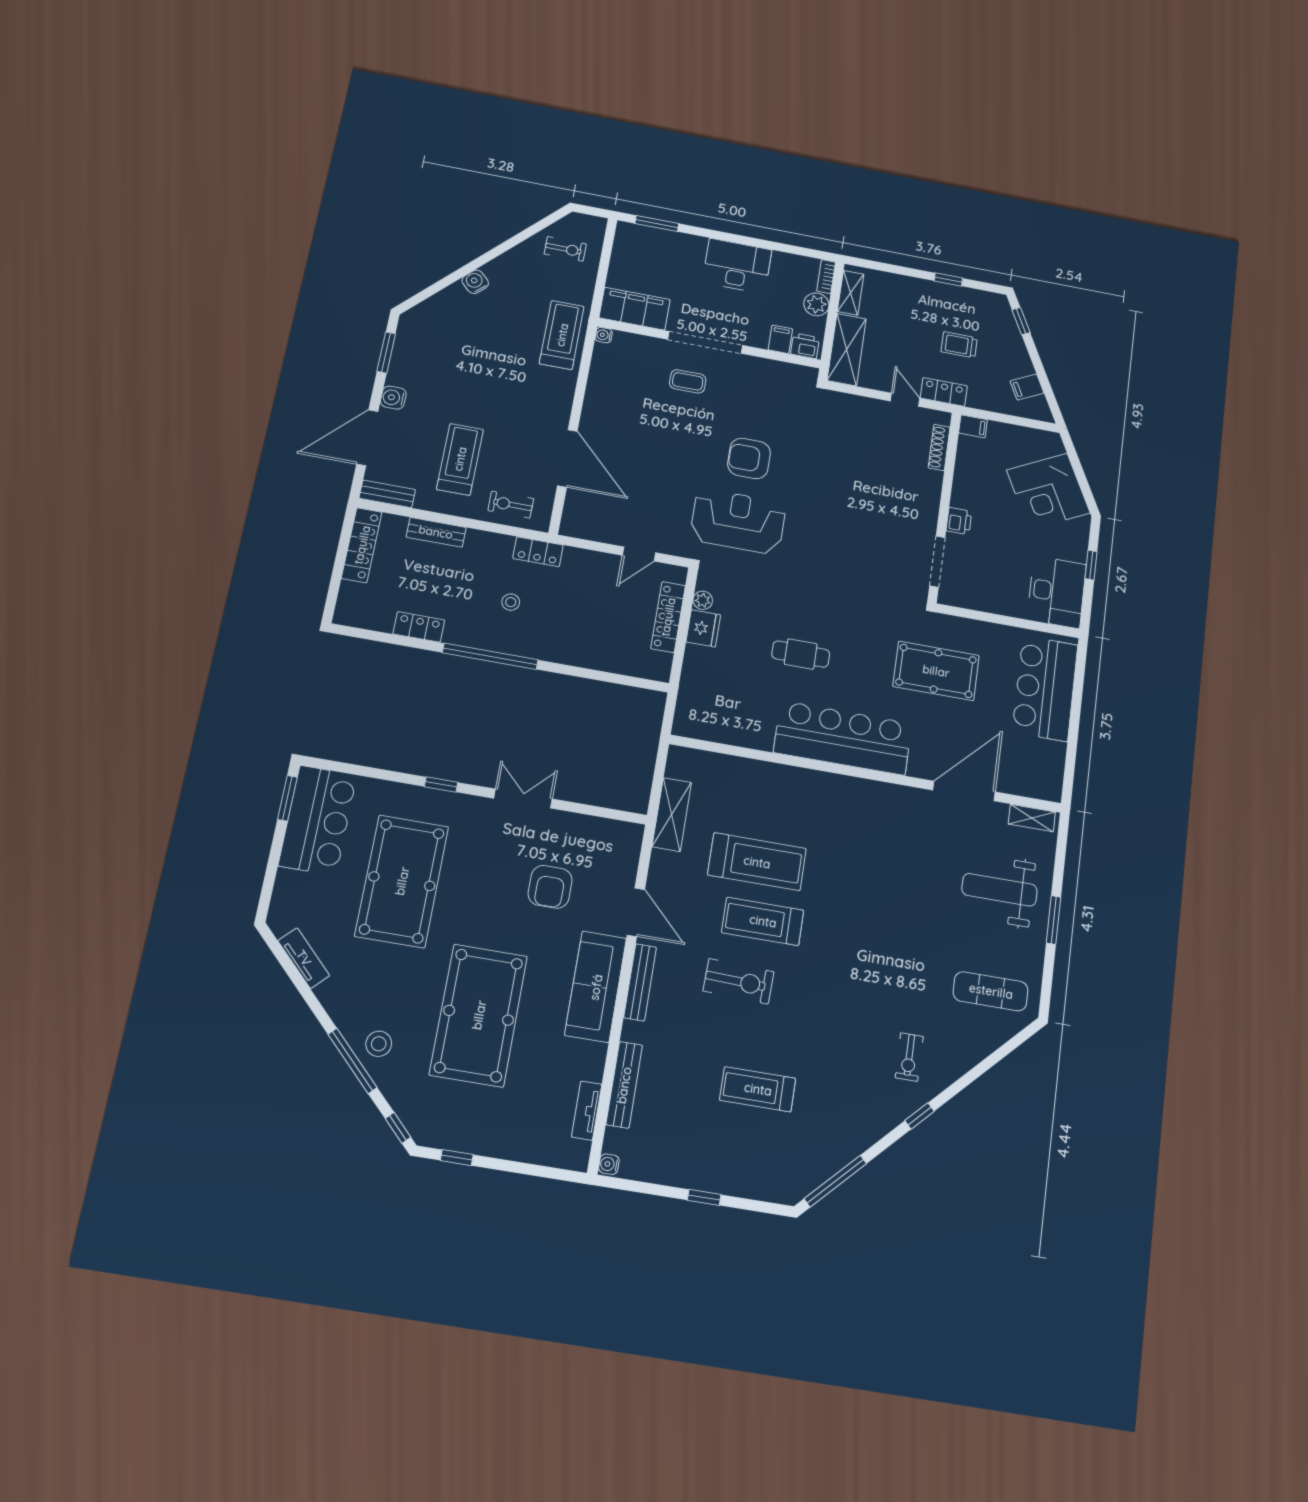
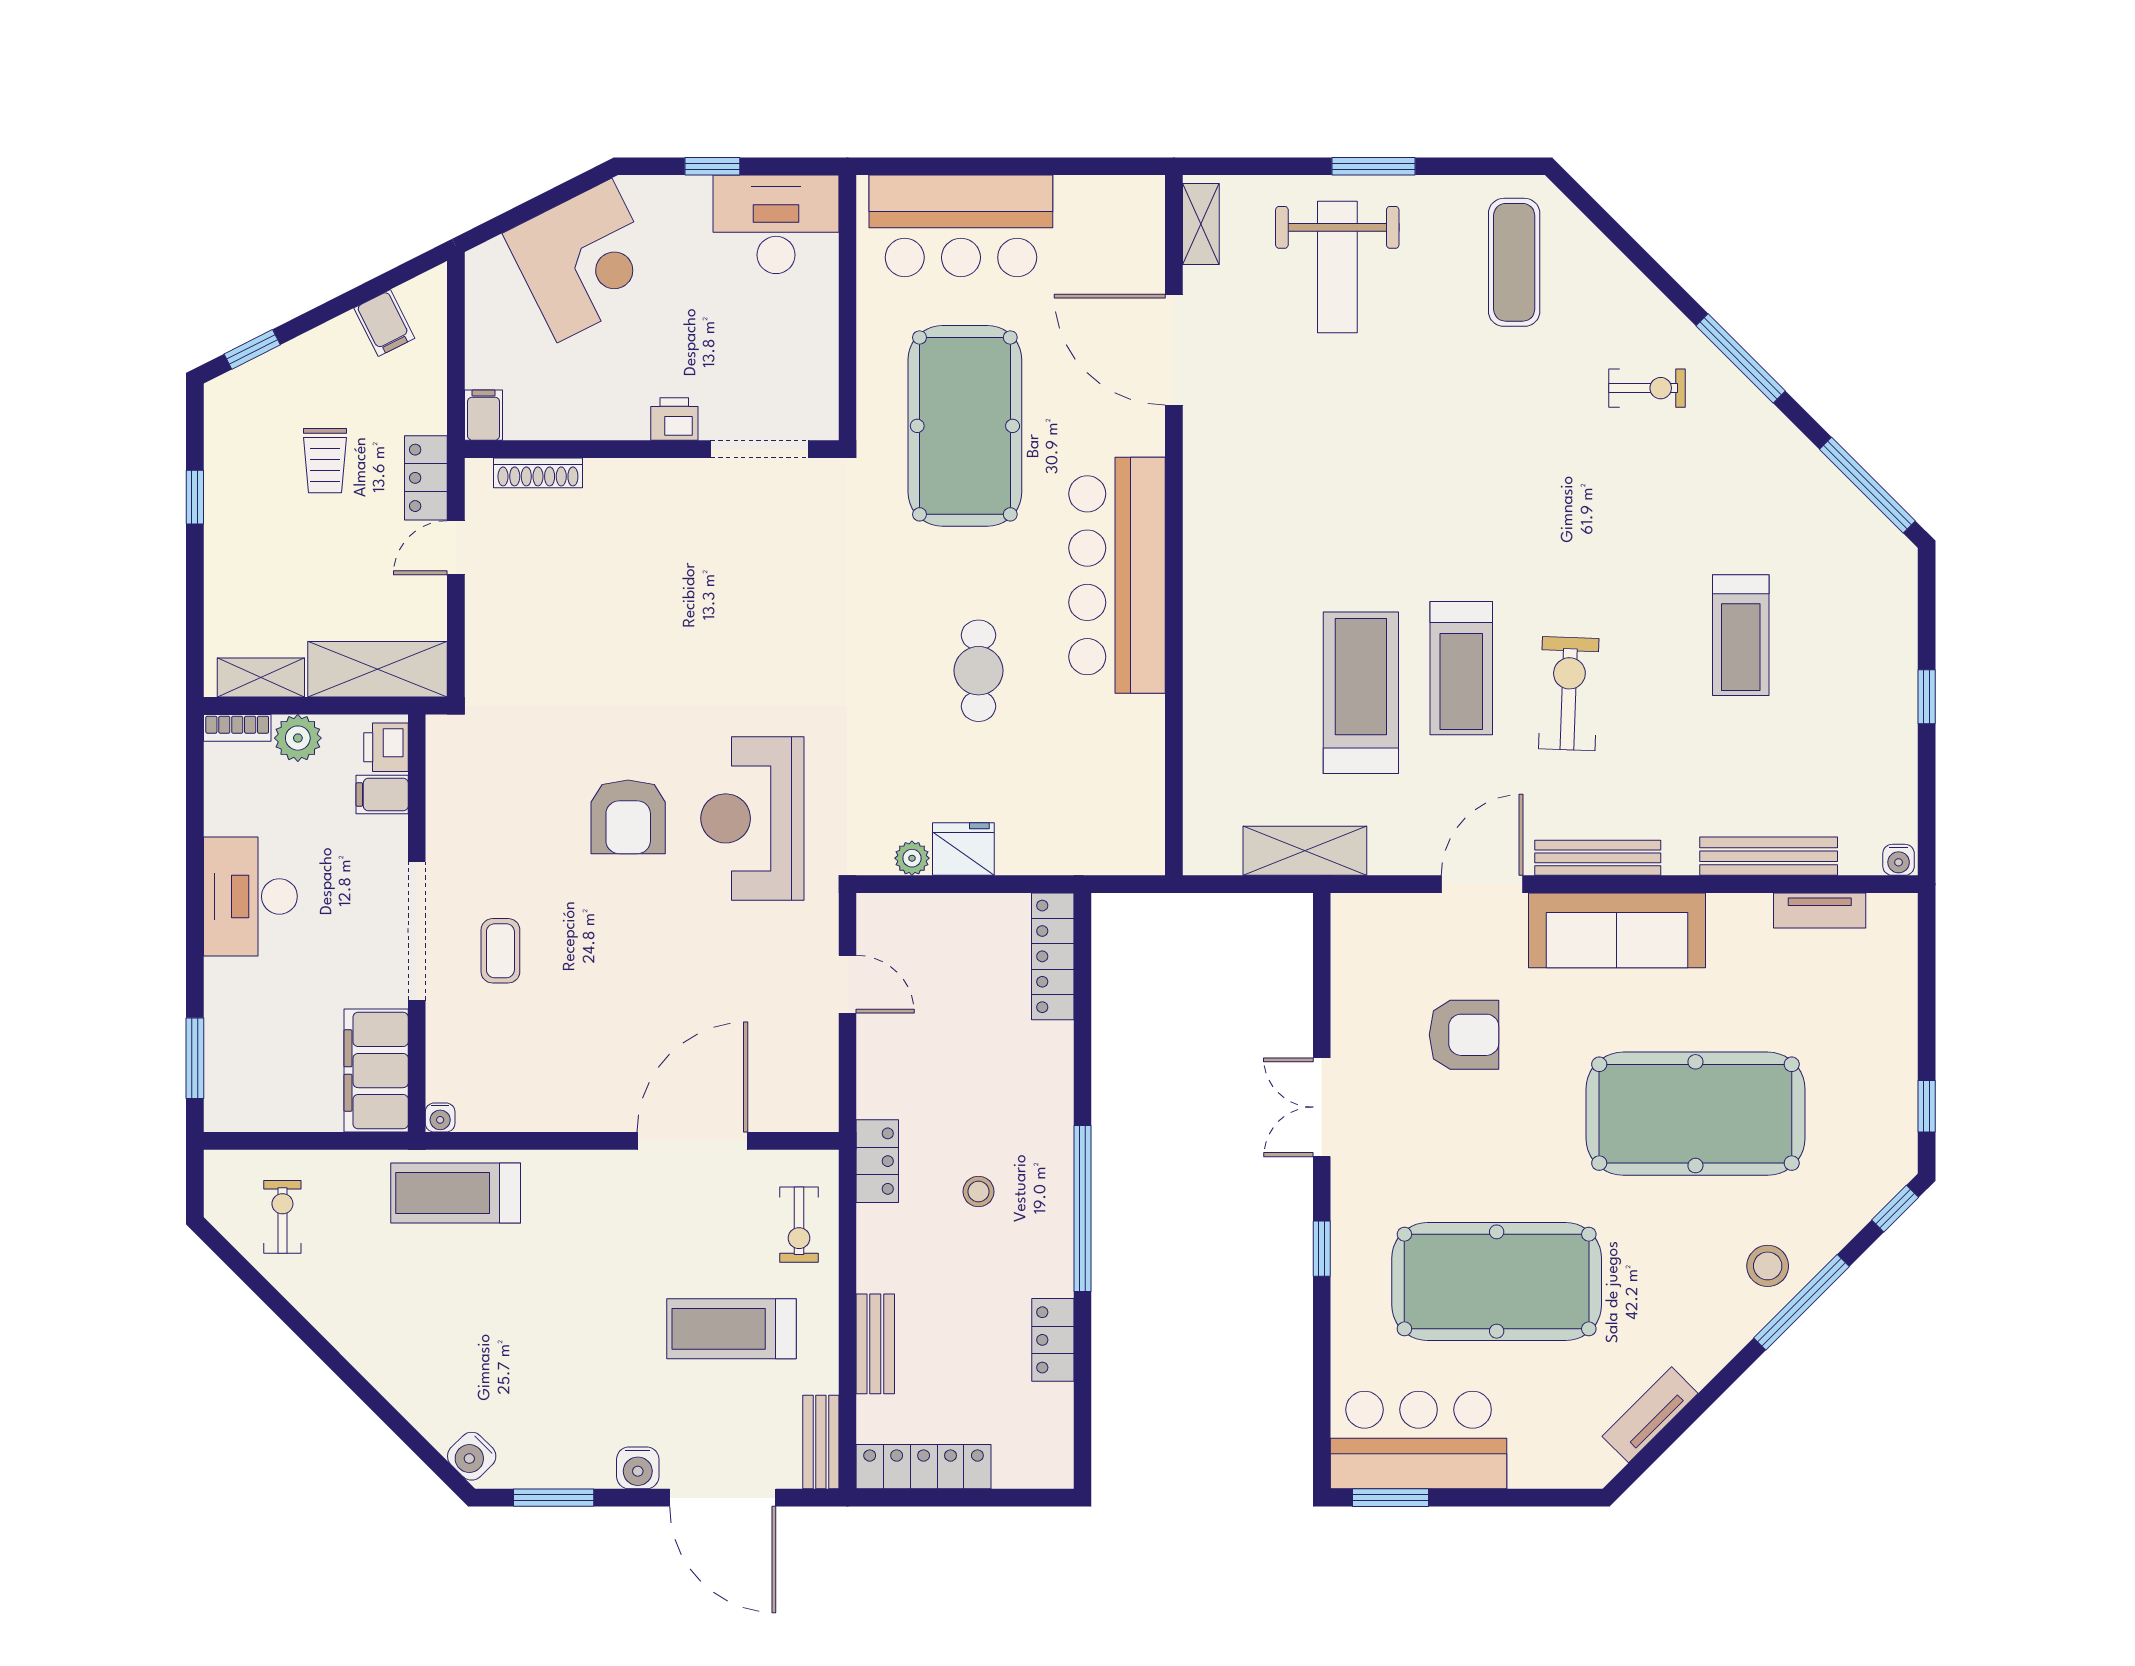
water cooler: (475, 282) -> (472, 1456), moved
locker: (668, 617) -> (1053, 956), moved, turned 90
pool table: (936, 671) -> (965, 426), width x1.36, depth x1.32
window: (920, 1116) -> (1741, 358), width x2.17

